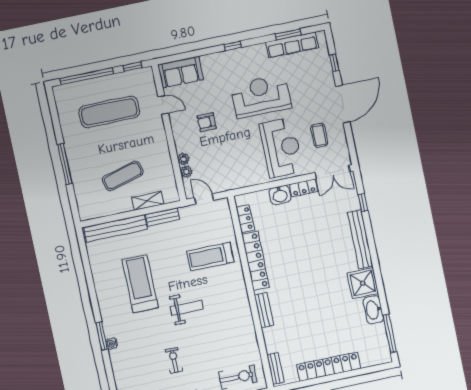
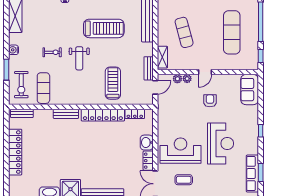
door: (163, 105) -> (205, 72), moved
reception desk: (281, 148) -> (181, 151), turned 180
shelving: (148, 201) -> (162, 57), moved
bench: (162, 217) -> (149, 68), moved
exercise mat: (236, 347) -> (43, 88), added
exercise bike: (174, 360) -> (52, 52), moved

